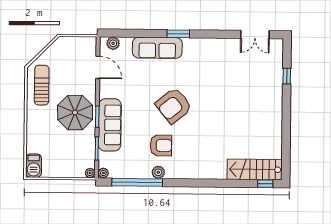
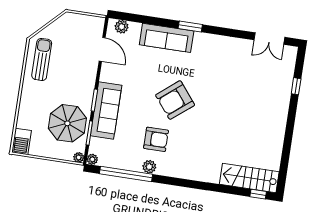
parasol: (75, 113) -> (67, 123), moved

